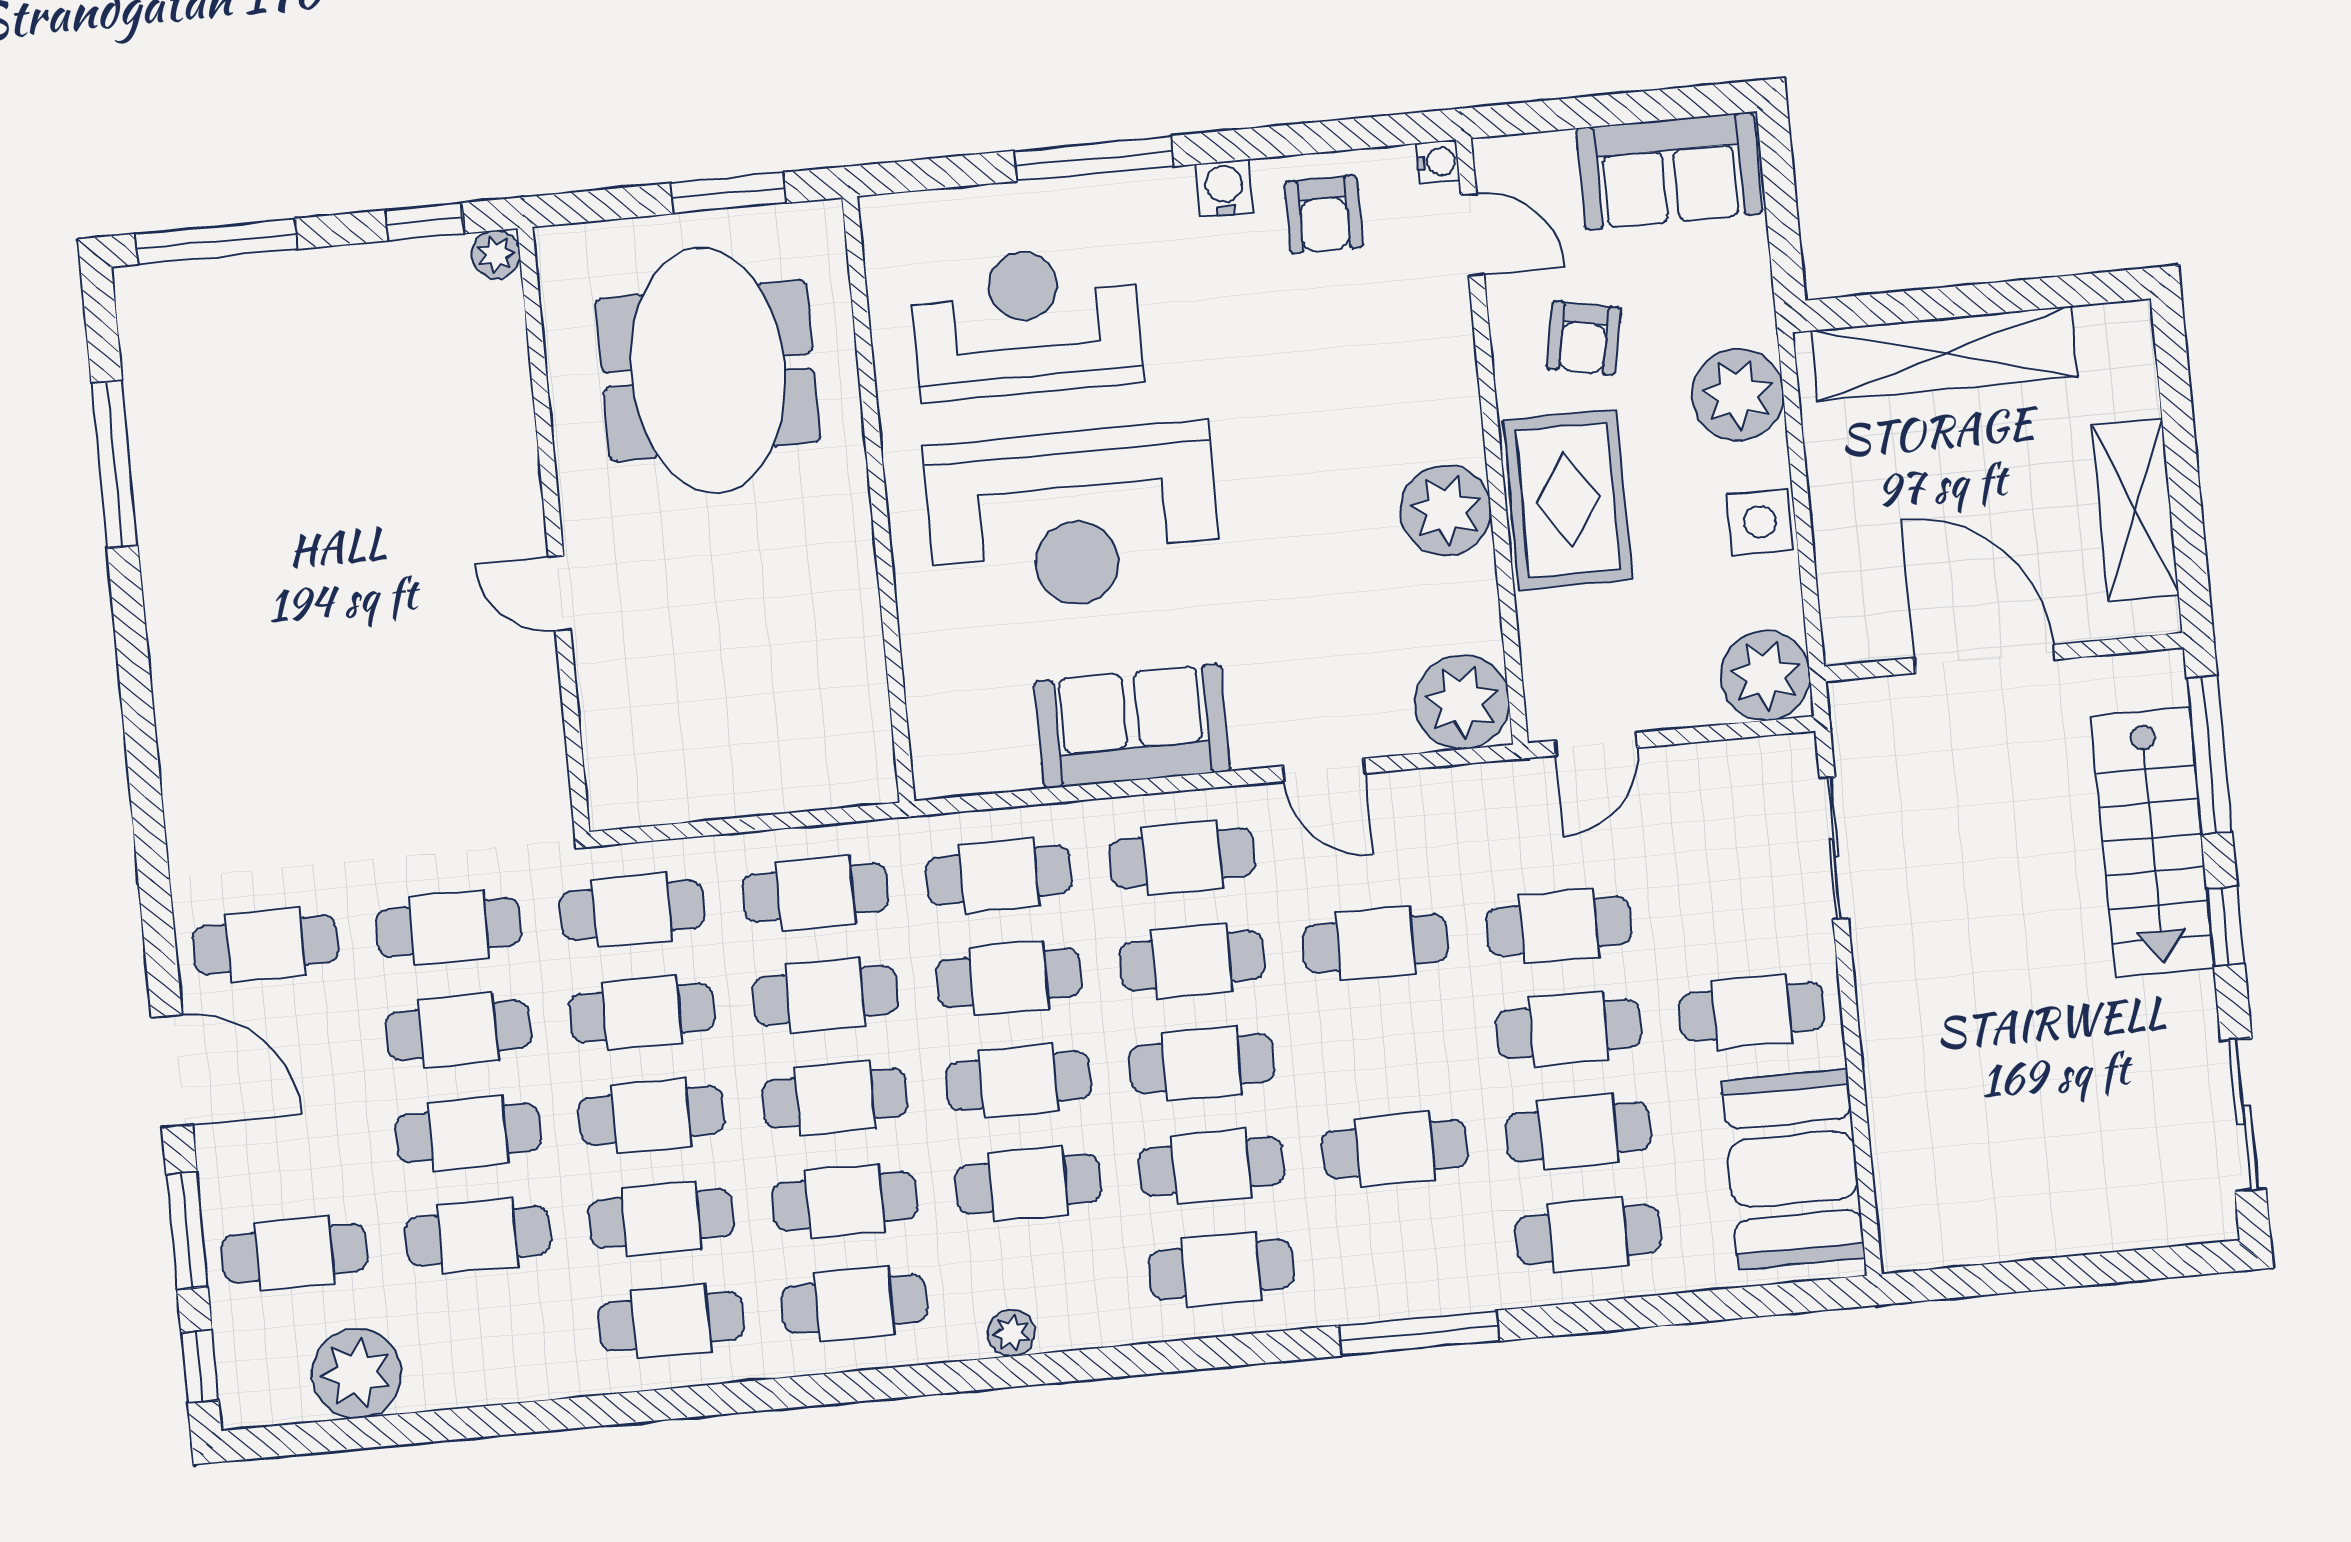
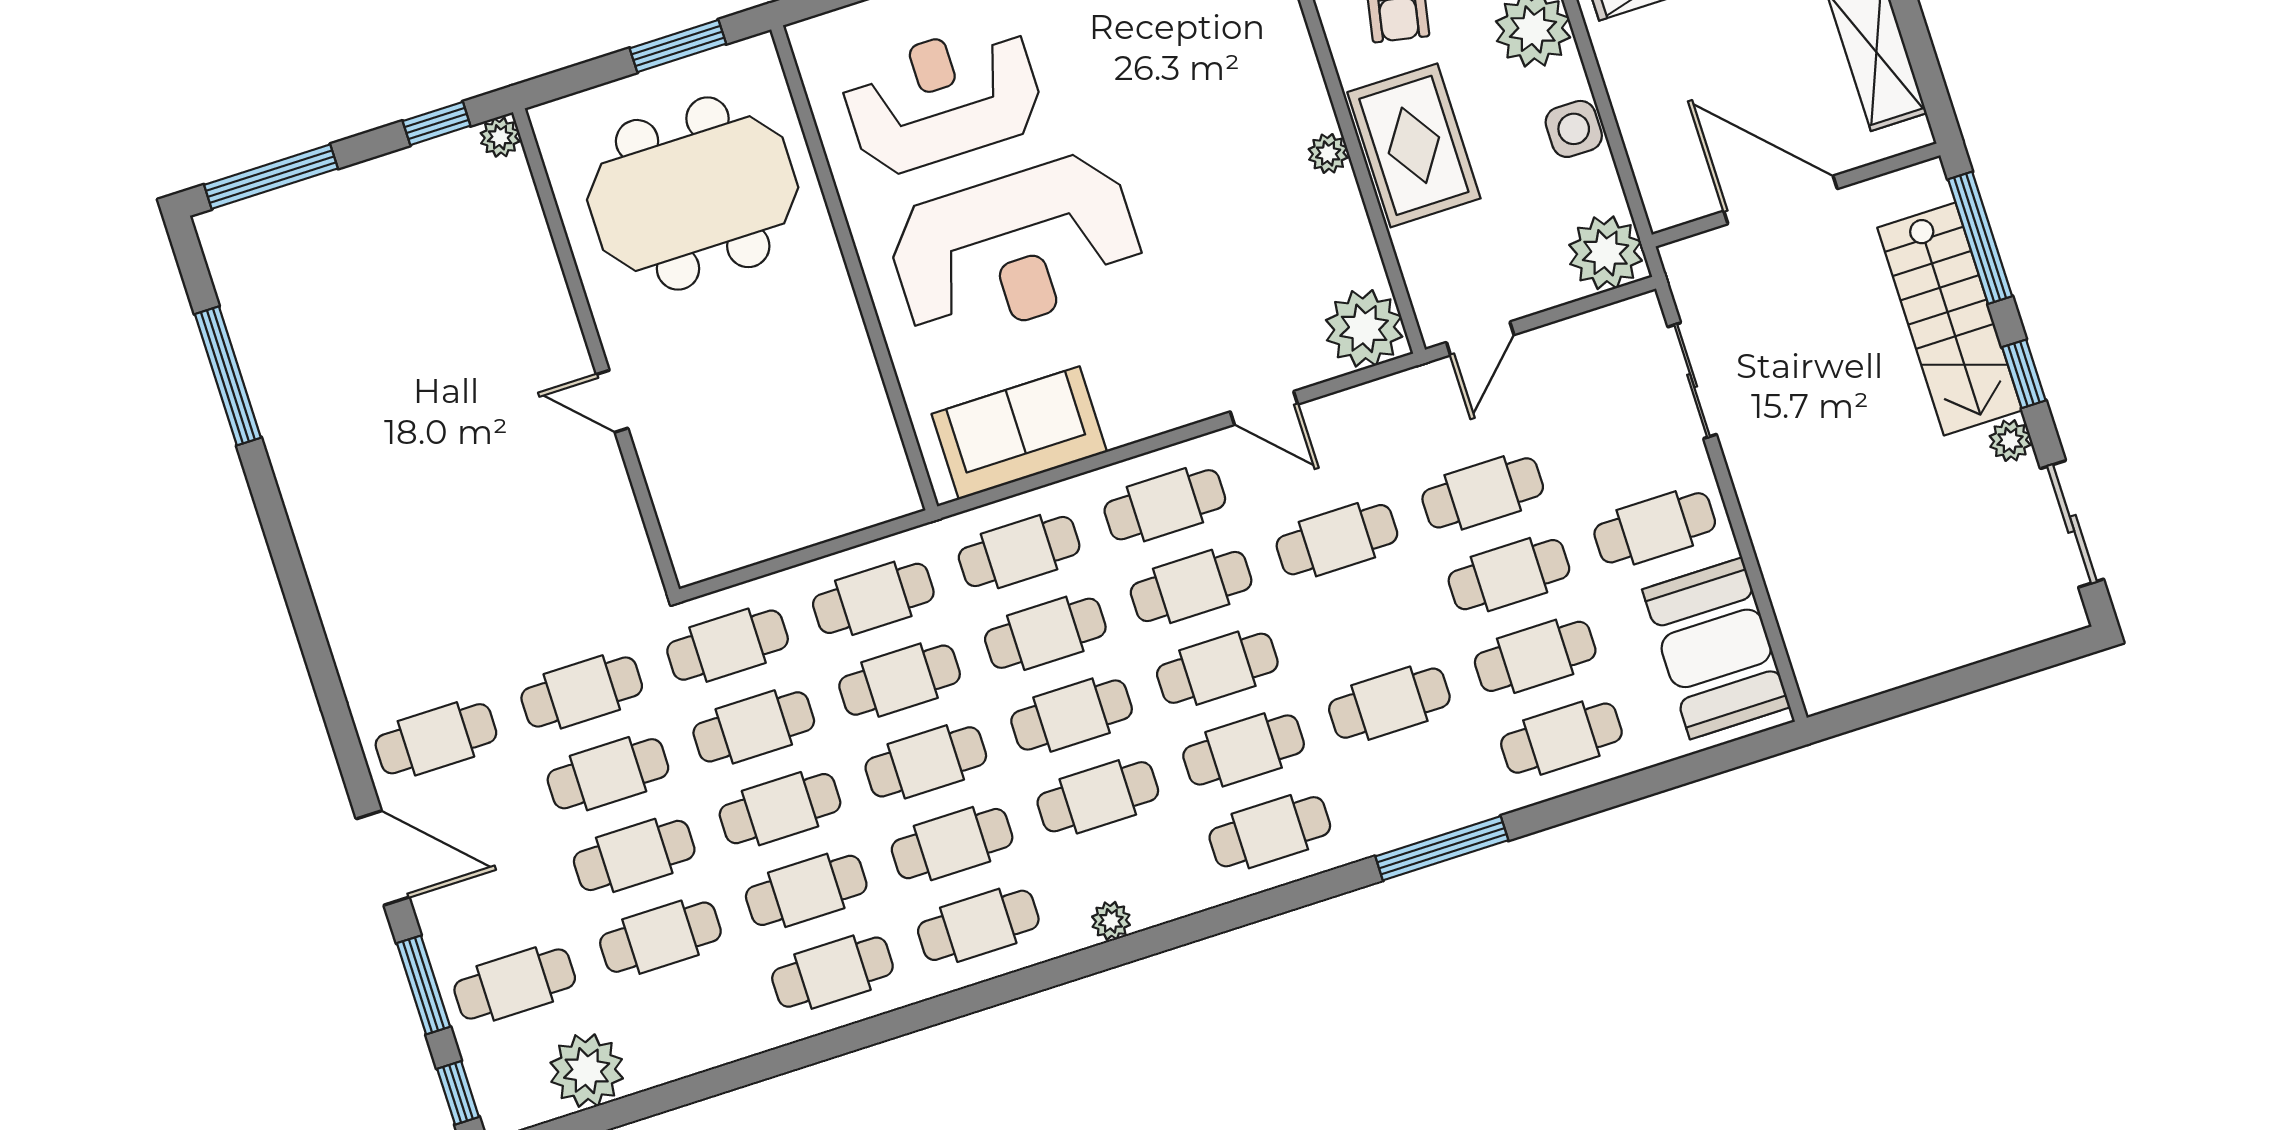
meeting table: (708, 370) -> (693, 194), turned 90
plant: (1446, 510) -> (1328, 153), width x0.53, depth x0.53
sofa: (1132, 726) -> (1019, 433), moved
plant: (2192, 1001) -> (2010, 441), added

